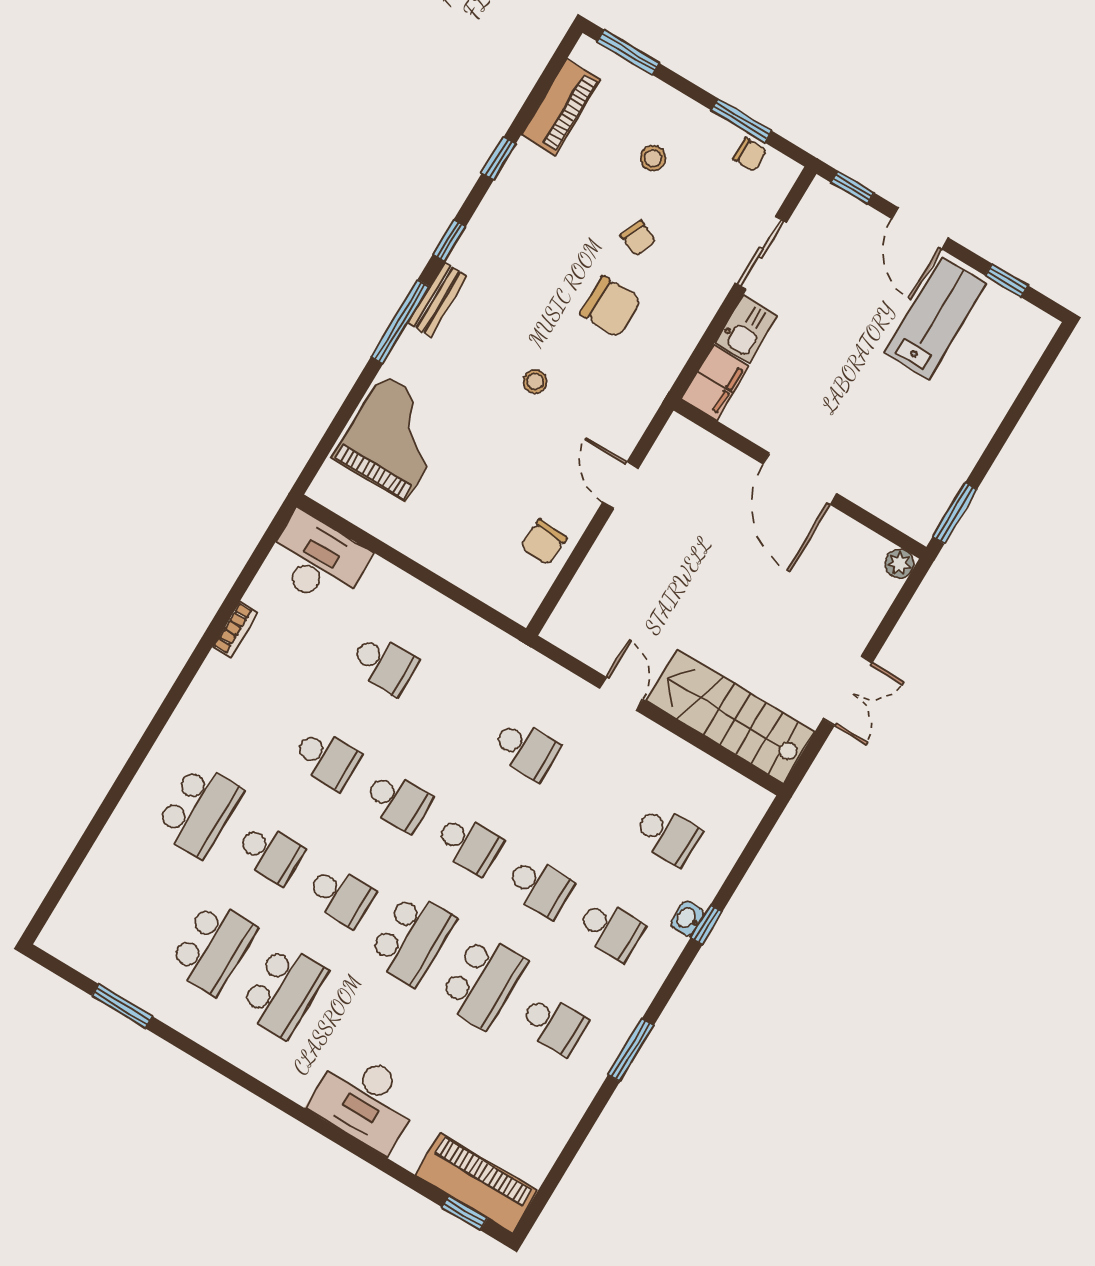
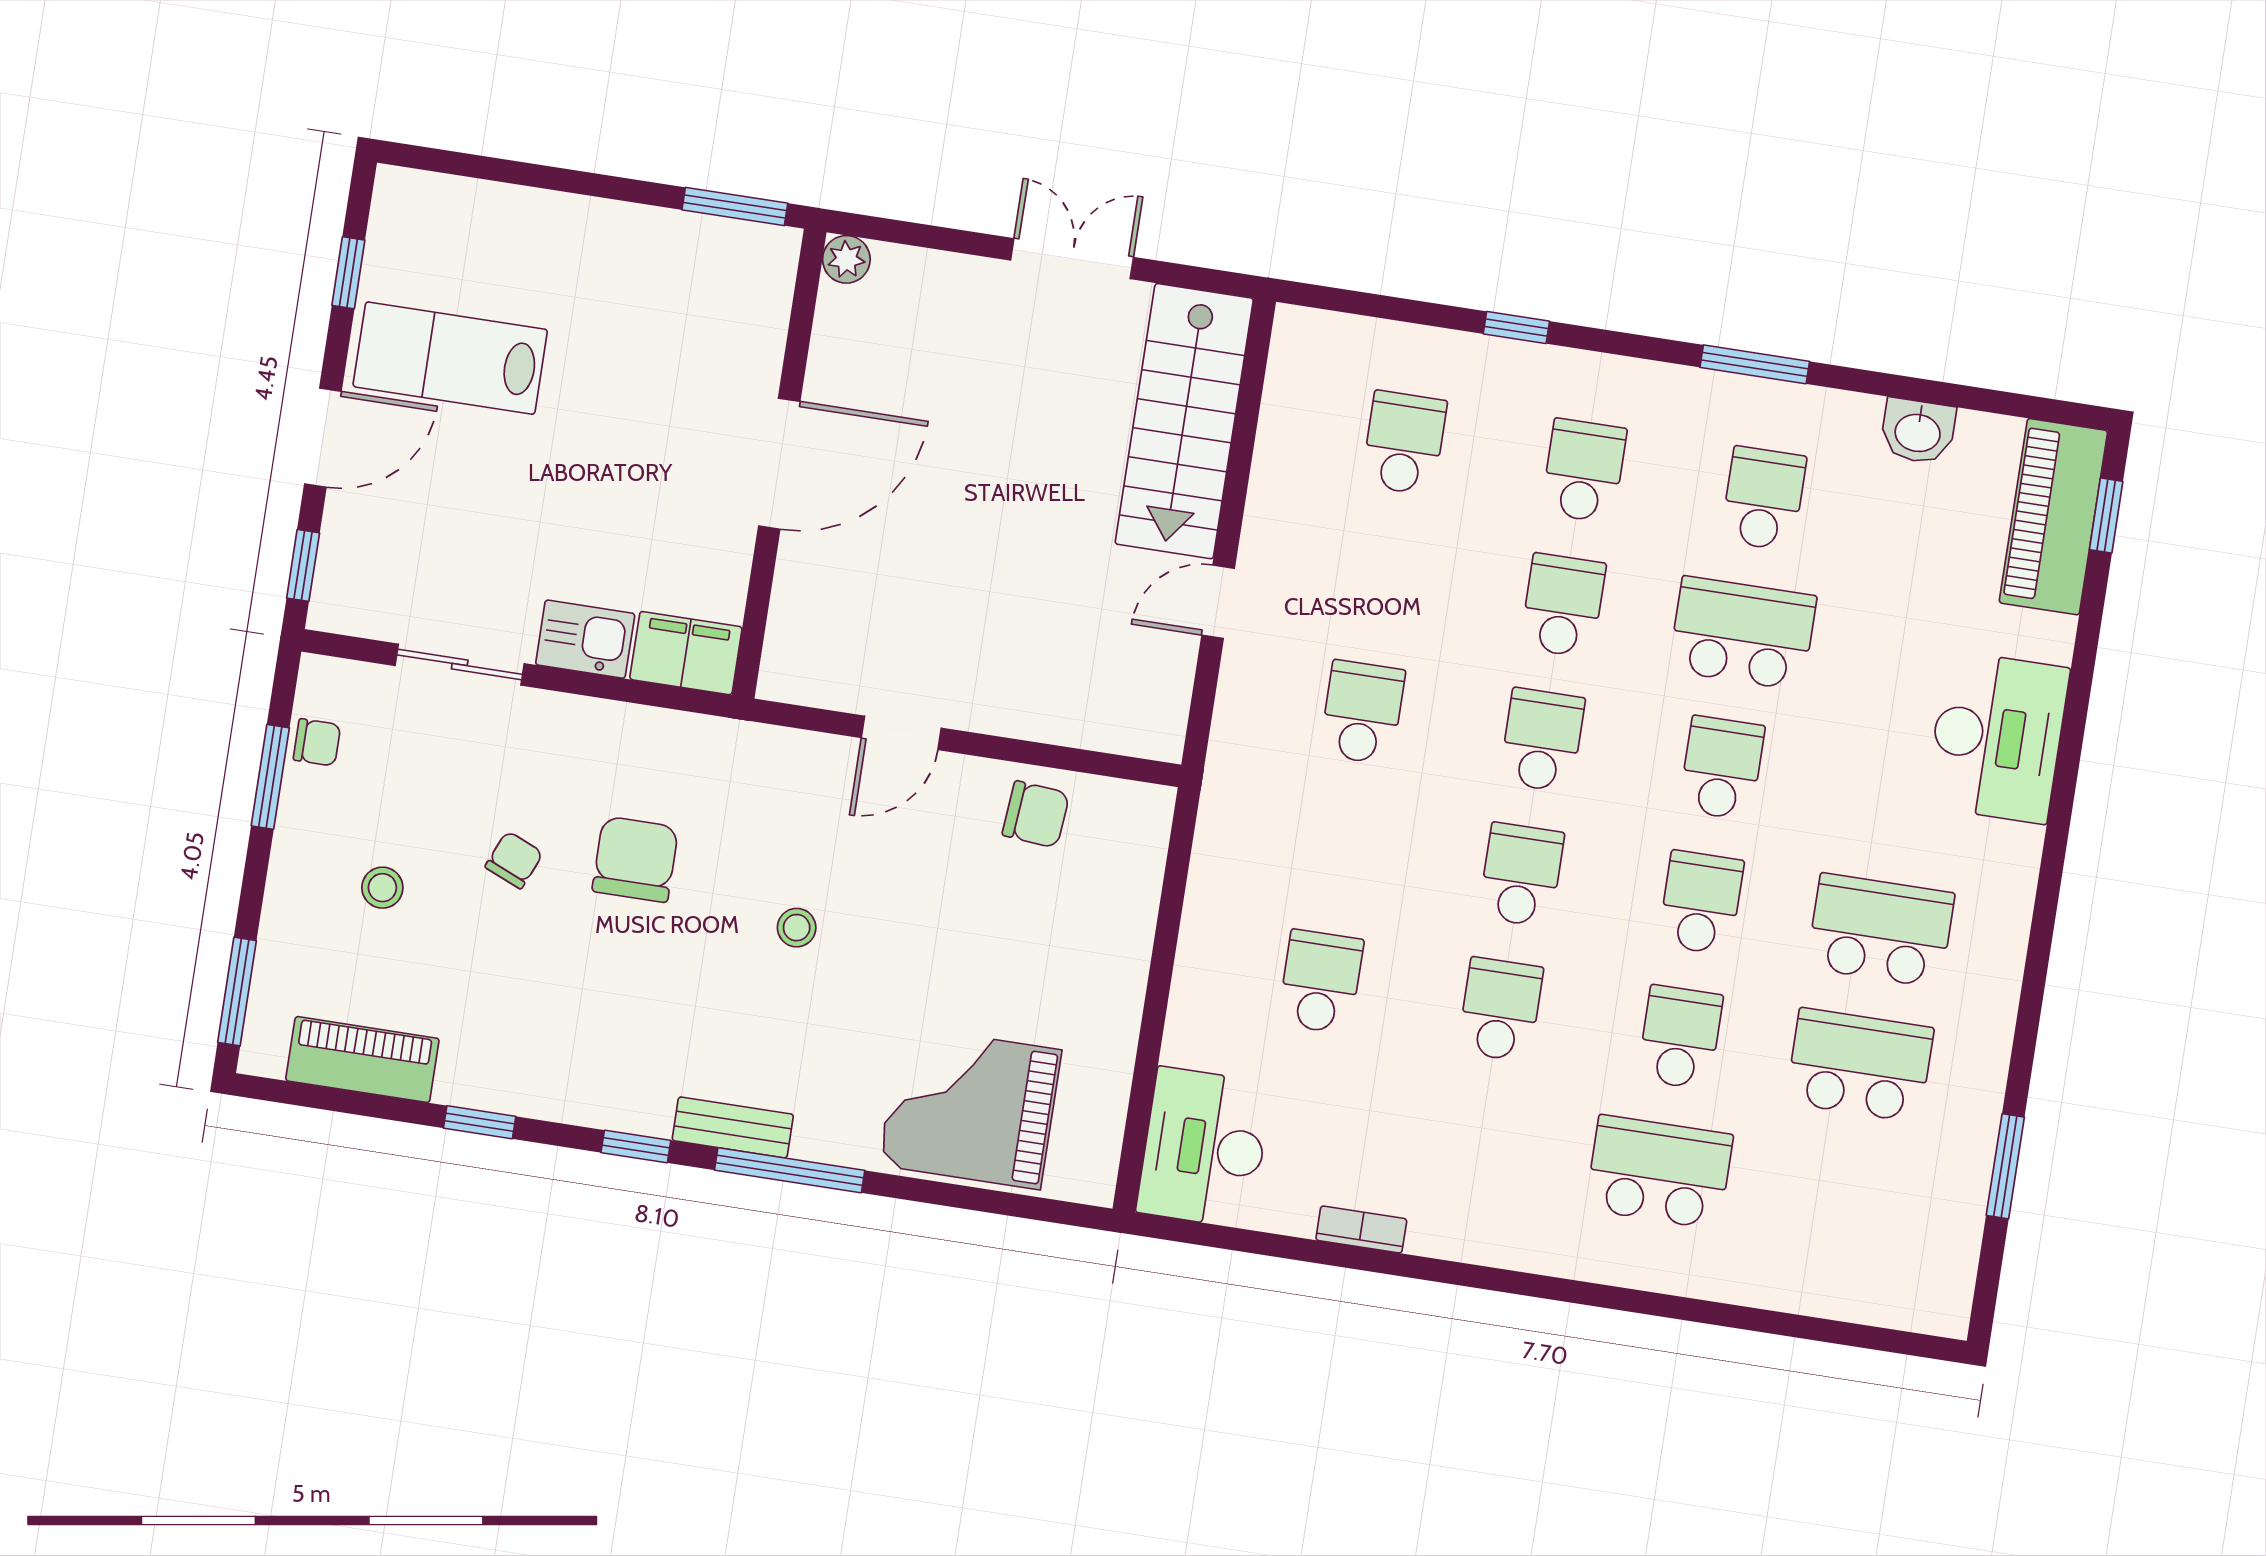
chair: (750, 155) -> (317, 742), turned 90
washbasin: (688, 919) -> (1918, 431), moved, width x1.38, depth x1.45
school desk: (412, 939) -> (1722, 768), width x0.54

